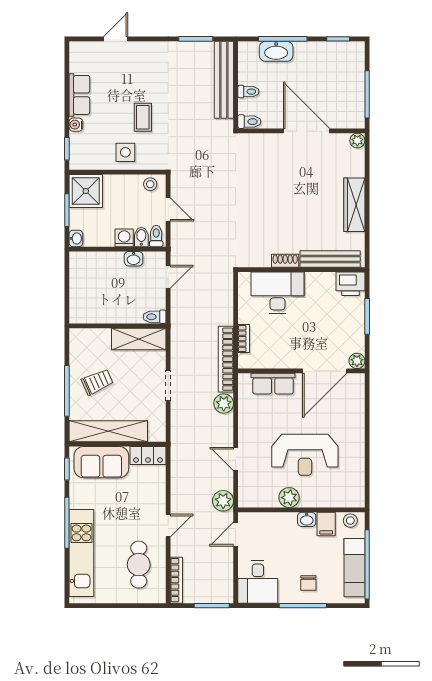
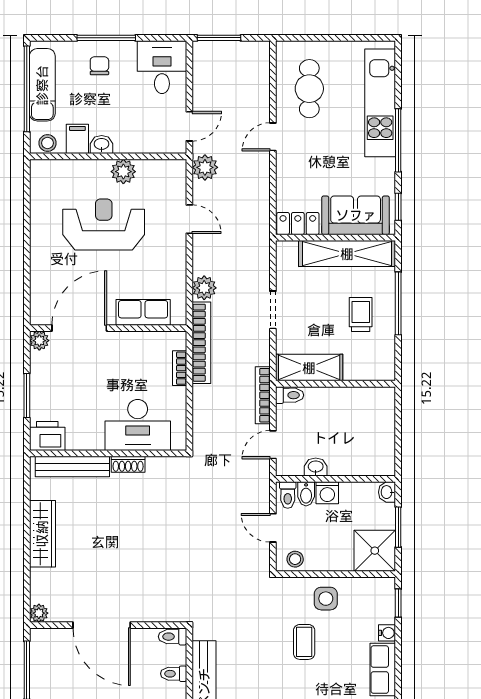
trolley: (97, 382) -> (361, 314), turned 114
bookcase: (176, 580) -> (263, 395), moved

